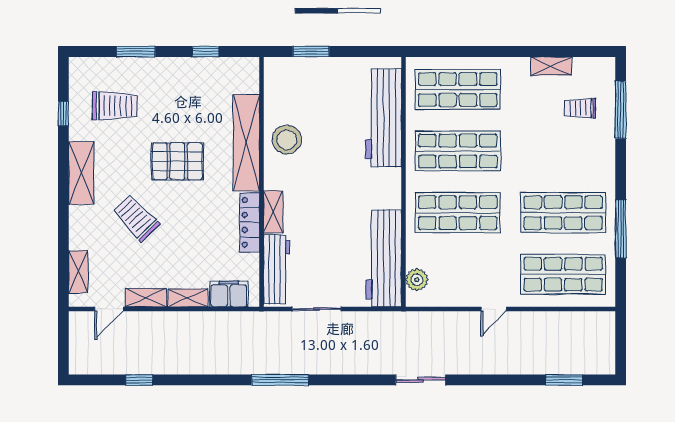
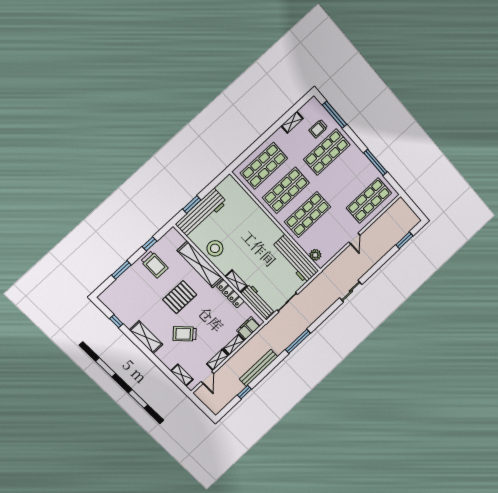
trolley: (115, 106) -> (154, 264), moved, turned 90
workbench: (383, 118) -> (201, 213), moved, turned -90
shop shelf: (563, 213) -> (327, 152), moved
bench: (191, 364) -> (259, 368), added

